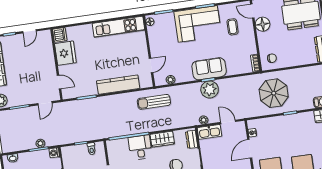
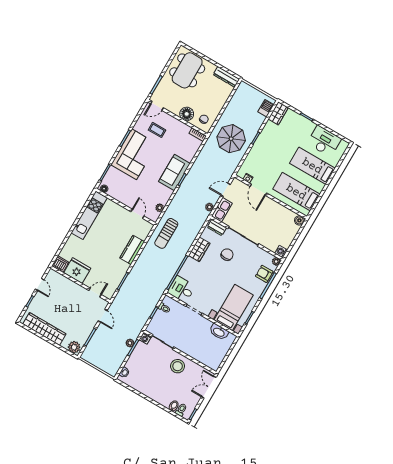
floor lamp: (263, 24) -> (187, 114), moved
kitchen counter: (118, 85) -> (132, 250), width x0.67
plant: (210, 89) -> (190, 184), removed
desk: (140, 147) -> (181, 289), moved

